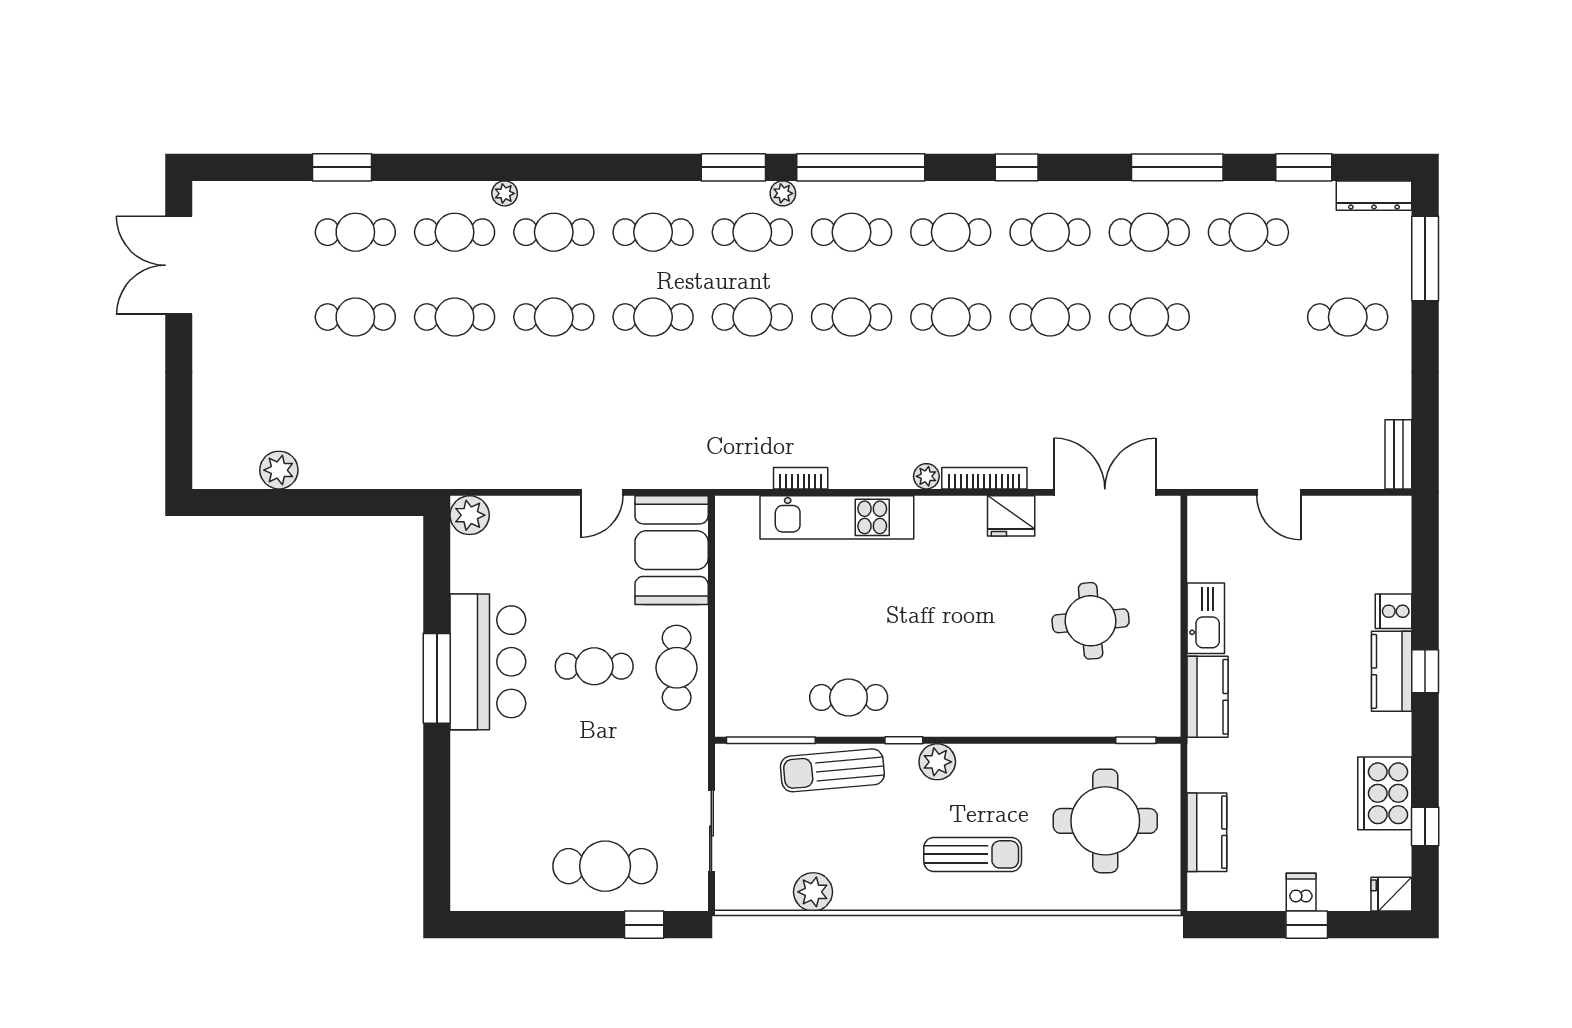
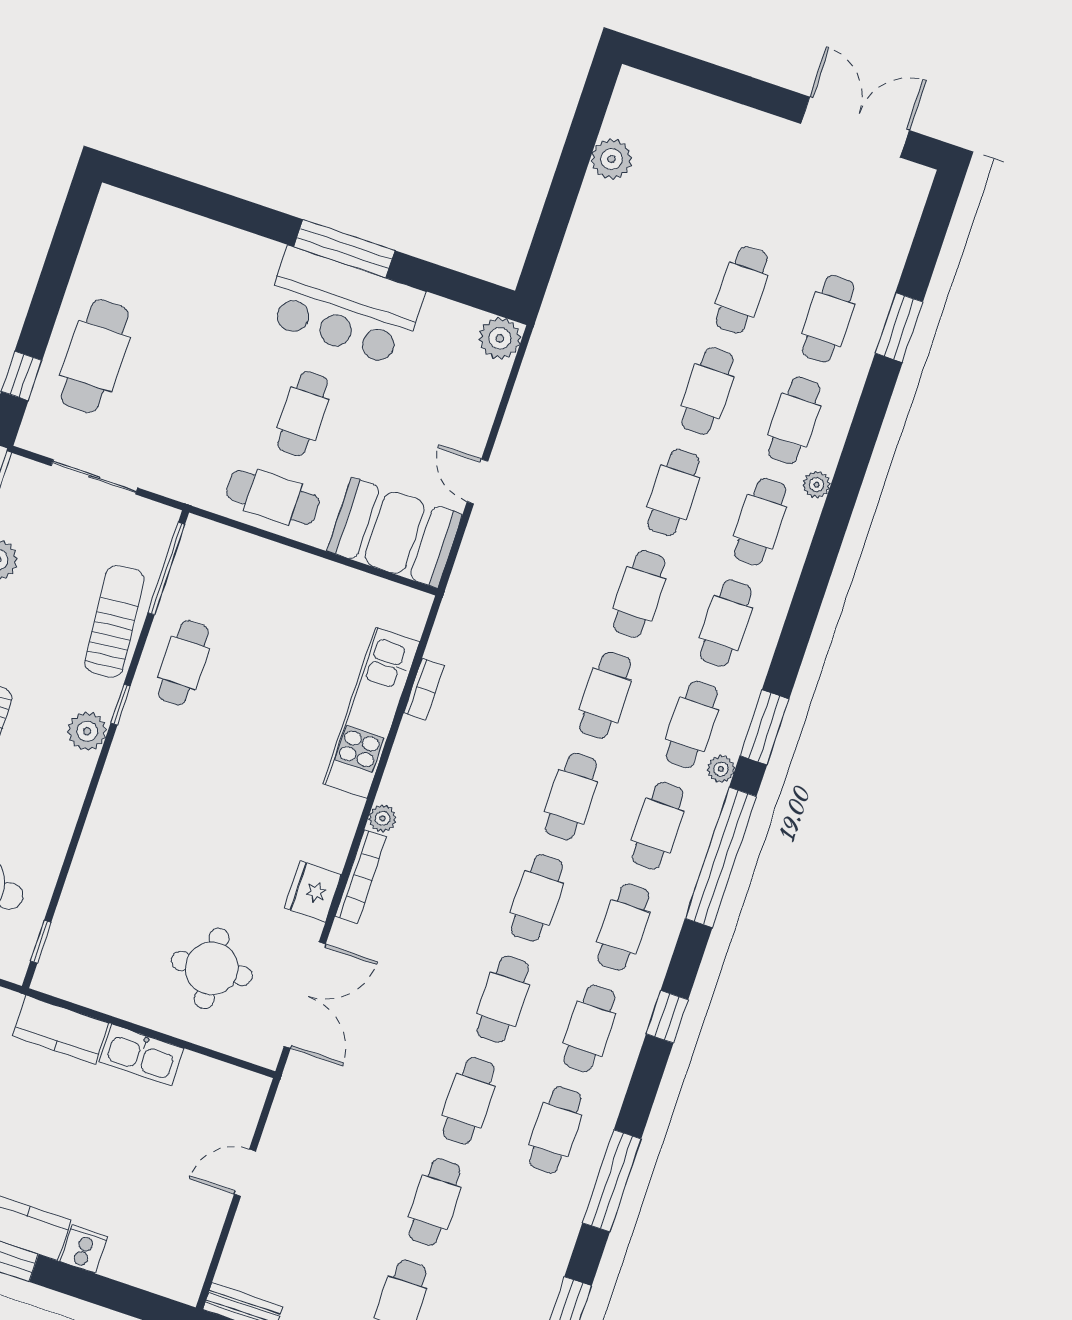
cafe table: (1248, 232) -> (435, 1202), moved
round table: (1091, 621) -> (212, 968), moved

